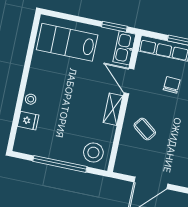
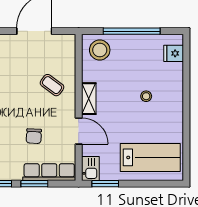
kitchen sink: (124, 48) -> (90, 169), width x0.73
stool: (31, 99) -> (146, 96), moved
fridge: (28, 121) -> (174, 53), moved

